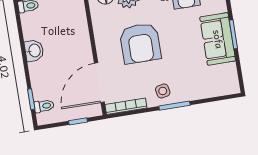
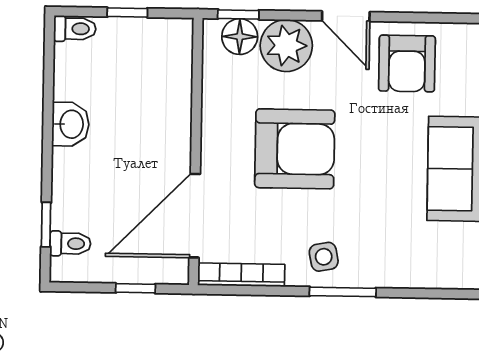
armchair: (140, 43) -> (295, 149), turned -90

